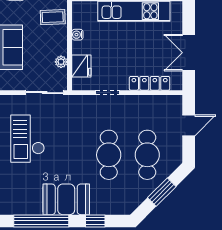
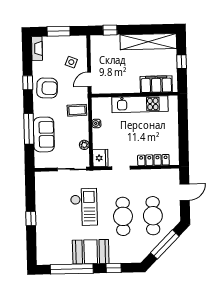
double door: (189, 53) -> (183, 136), removed
fridge: (81, 66) -> (100, 158), moved
checkout: (27, 139) -> (84, 207), moved, turned 180
window: (162, 192) -> (165, 244), width x1.44

